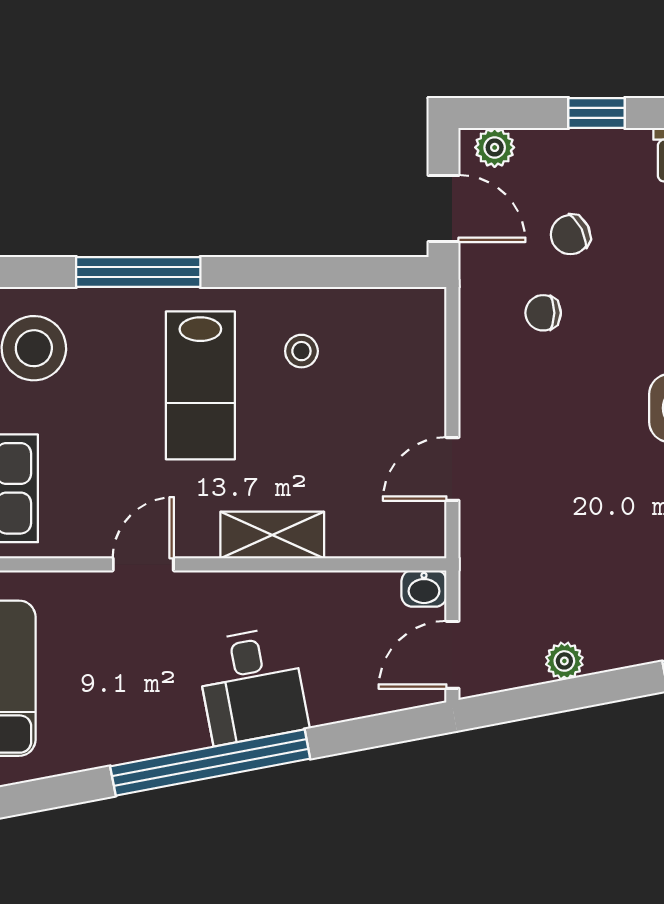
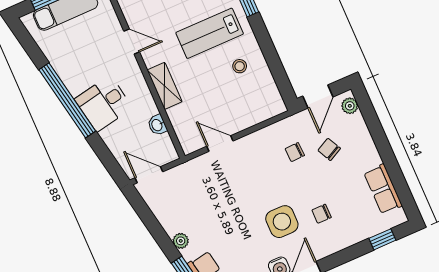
window: (597, 113) -> (380, 139), removed
chair: (543, 313) -> (295, 152), turned -92
washbasin: (424, 588) -> (157, 125), moved
plant: (564, 661) -> (181, 241), moved

